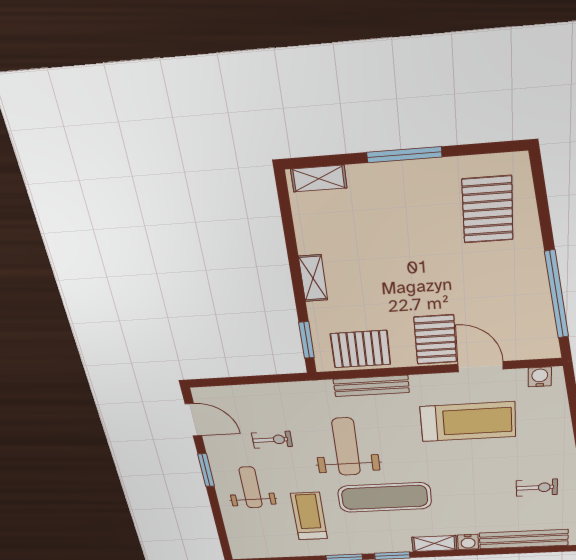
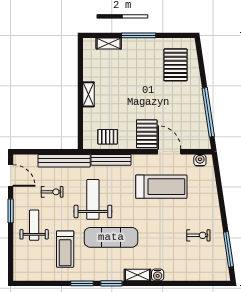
shelving: (319, 179) -> (109, 43), moved
window: (307, 340) -> (80, 129), removed
pallet: (361, 349) -> (108, 137), width x0.67, depth x0.71
treadmill: (309, 516) -> (65, 249), turned 180
bench: (524, 539) -> (64, 161), moved

